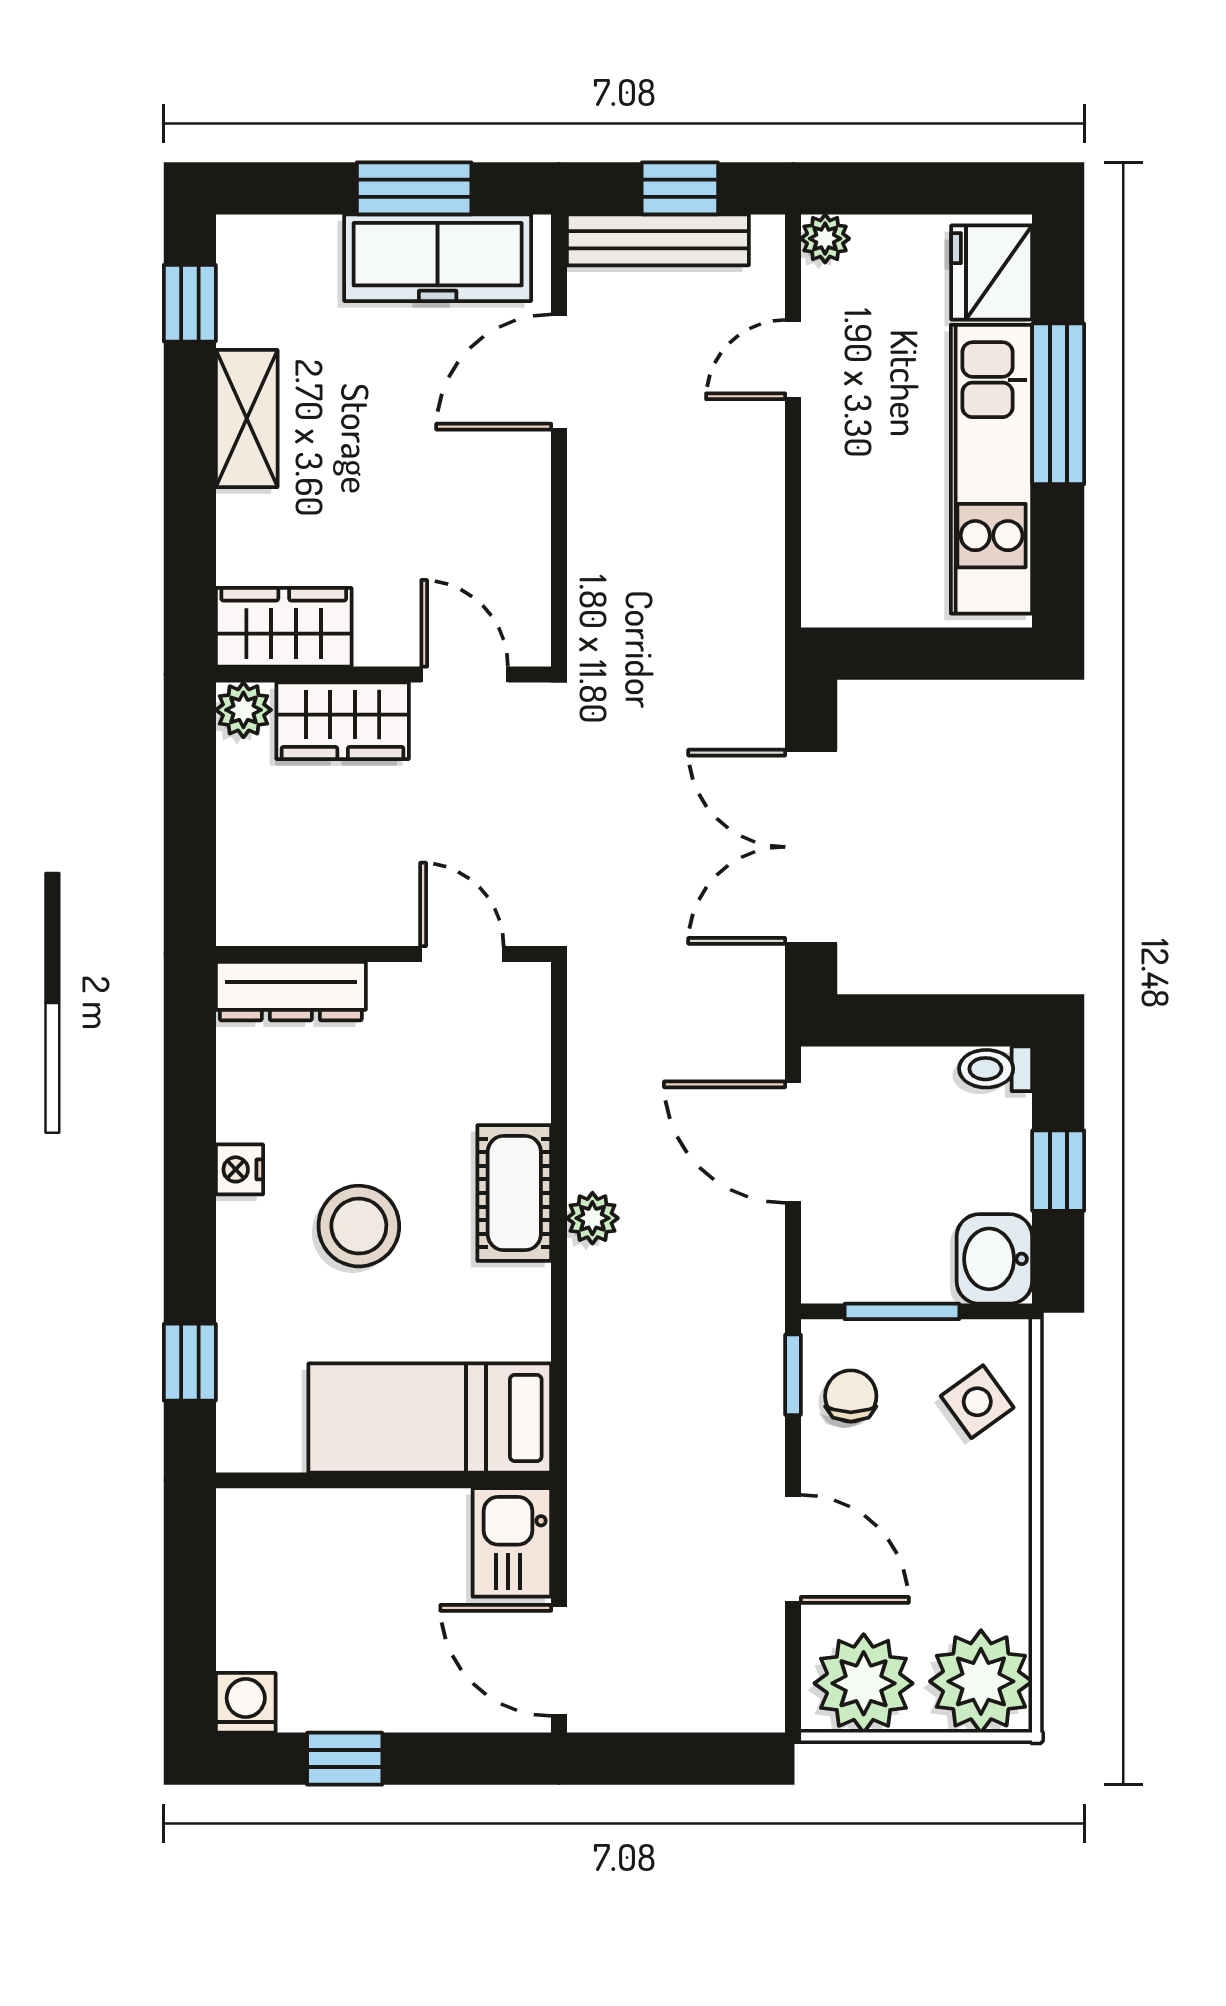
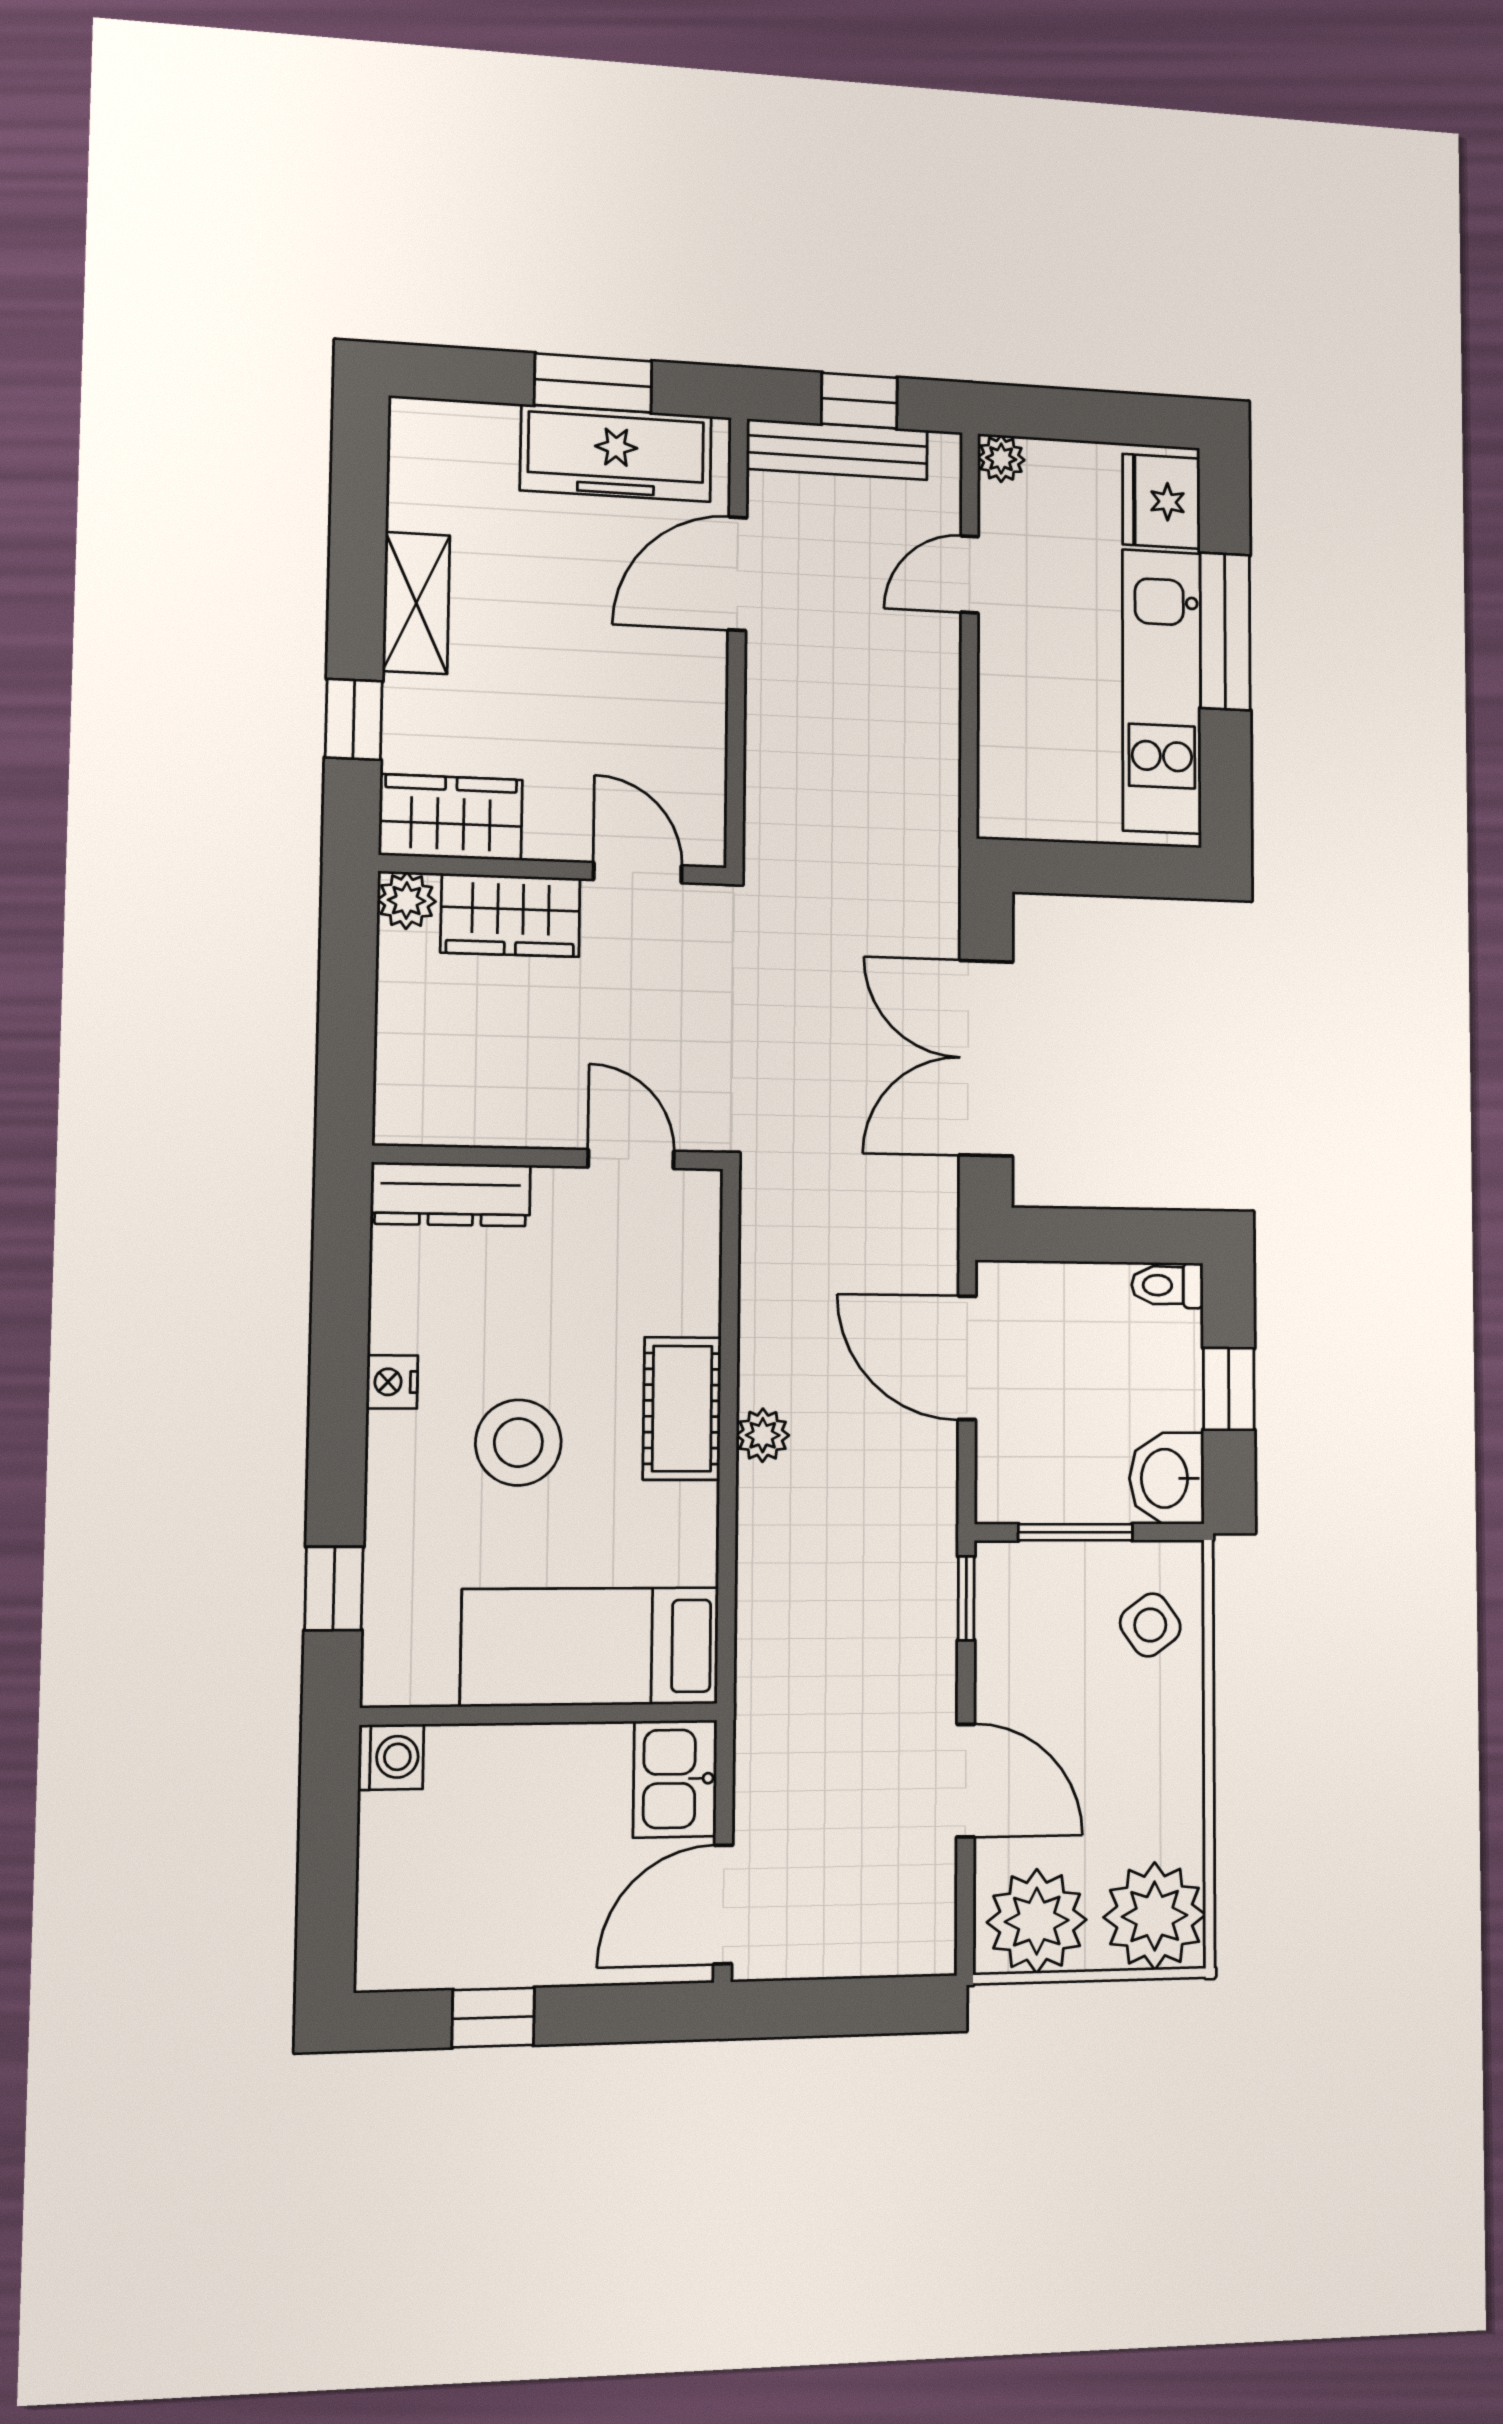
window: (190, 303) -> (354, 719), moved
chair: (851, 1396) -> (1024, 1620), removed
door: (559, 1660) -> (723, 1904), hinge flipped
washing machine: (246, 1703) -> (391, 1757), moved, turned 90

